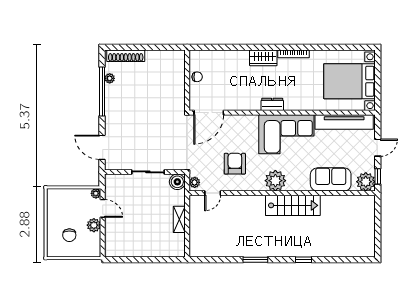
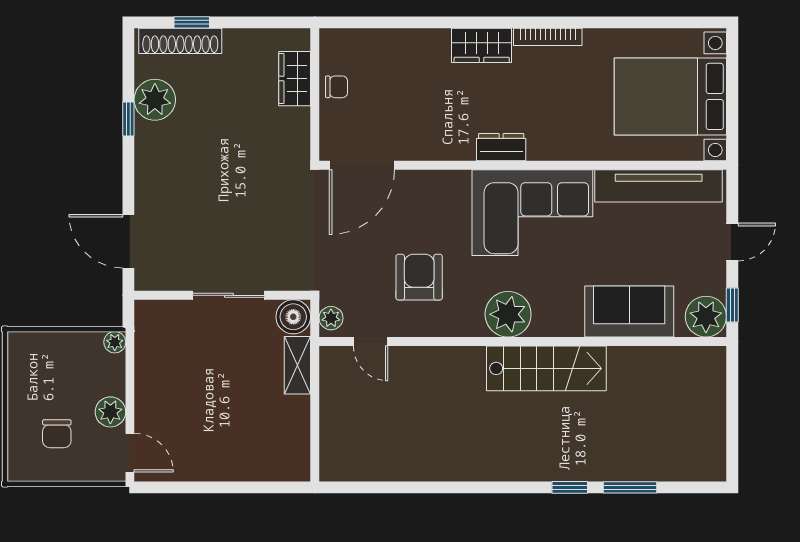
window: (131, 47) -> (192, 22), added
wardrobe: (178, 73) -> (295, 79), added
plant: (110, 78) -> (155, 100), width x1.88, depth x1.88
window: (102, 91) -> (128, 119), width x0.32
door: (213, 193) -> (371, 342), hinge flipped
door: (103, 208) -> (130, 453), moved
shelving: (179, 219) -> (297, 365), moved
window: (255, 260) -> (630, 487), moved

